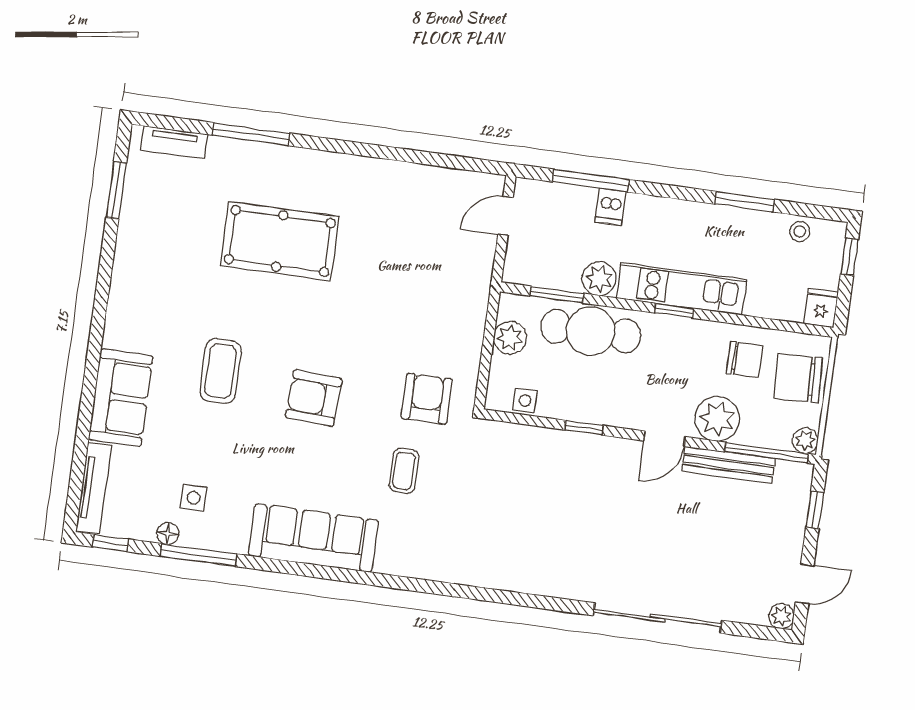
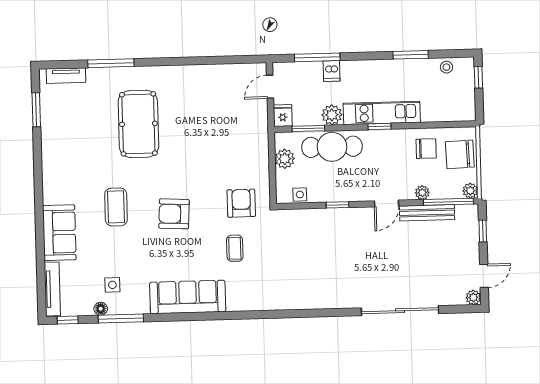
pool table: (280, 241) -> (138, 124), turned 90
fridge: (821, 308) -> (283, 116), moved
plant: (717, 419) -> (422, 193), width x0.53, depth x0.53

